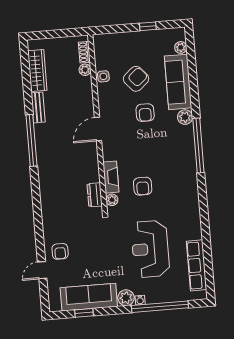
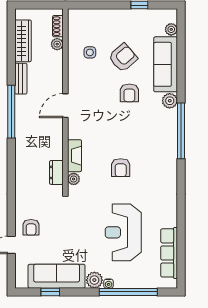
shoe rack: (84, 52) -> (58, 26), moved
plant: (85, 70) -> (57, 44), moved
wall: (98, 124) -> (65, 100), moved
door: (98, 129) -> (65, 106), moved
fireplace: (111, 177) -> (74, 156), moved
dresser: (95, 195) -> (56, 172), moved
plant: (112, 200) -> (74, 179), moved

